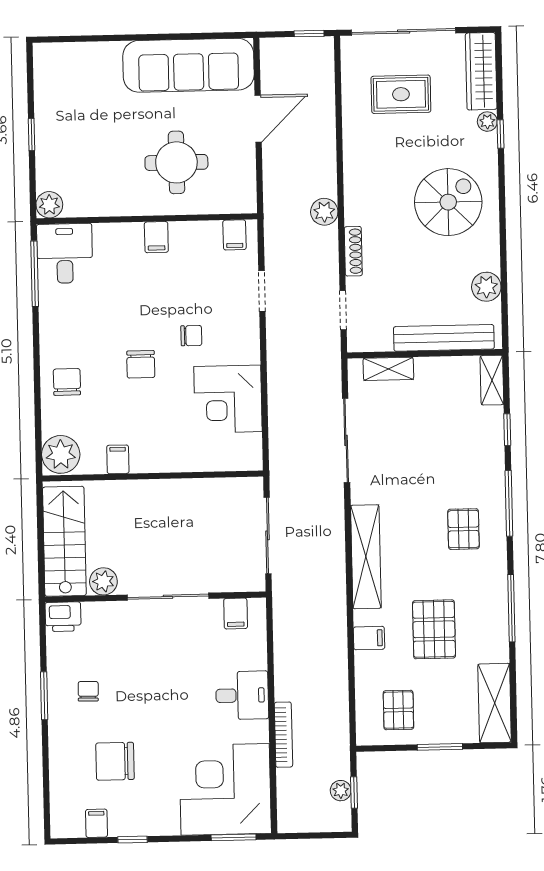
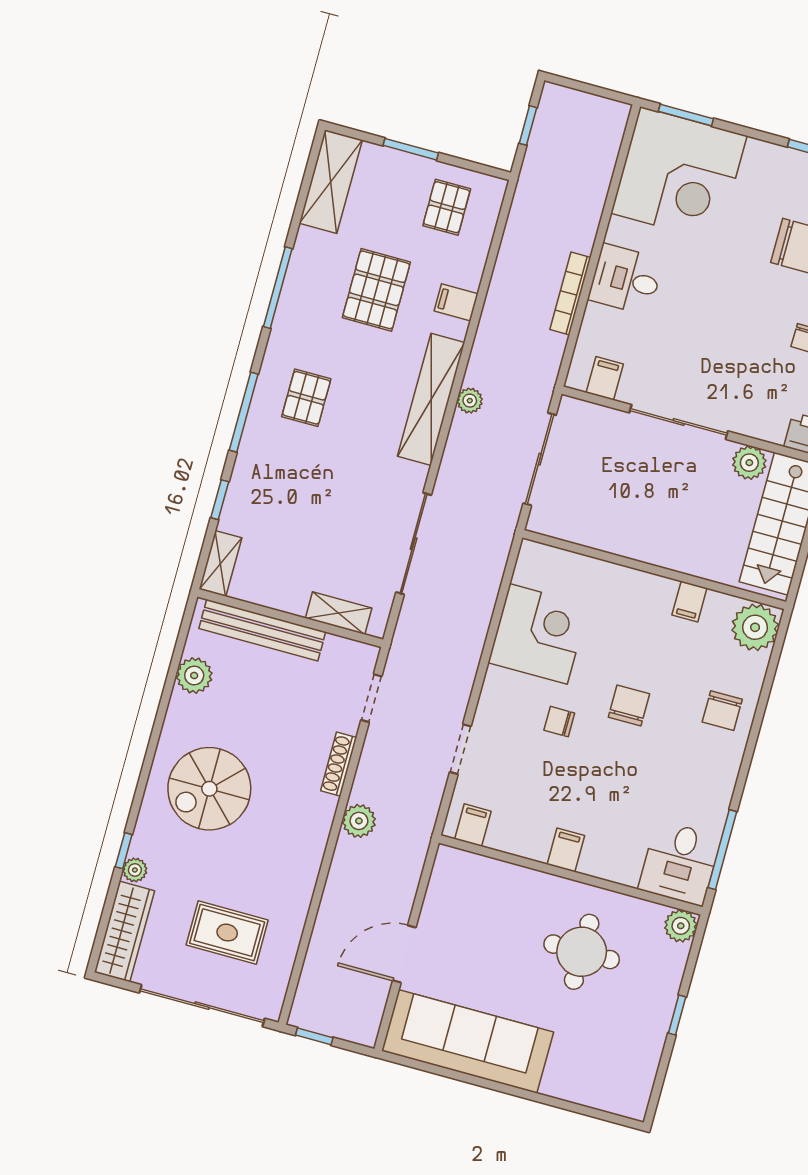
round table: (176, 162) -> (582, 952), moved
bookcase: (283, 735) -> (570, 294), moved
plant: (341, 791) -> (470, 401), moved

